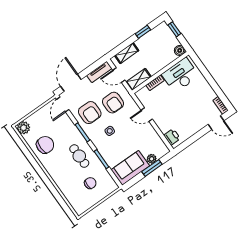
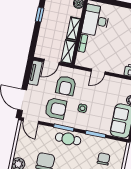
shelving: (127, 53) -> (73, 29), moved
armchair: (113, 103) -> (66, 86), turned 90
cafe table: (79, 156) -> (68, 139), moved

